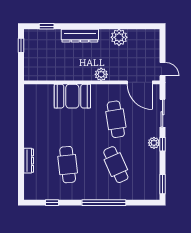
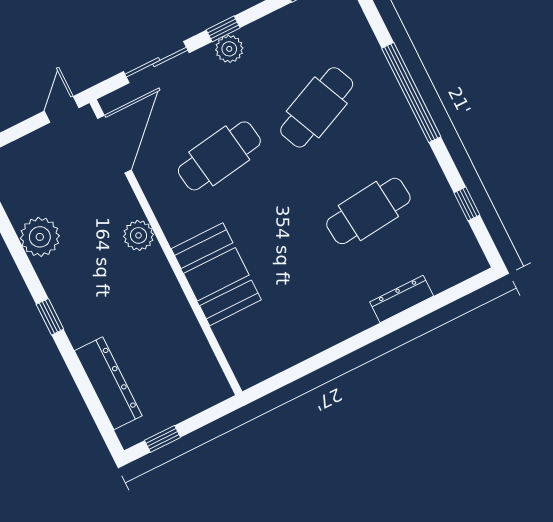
window: (47, 26) -> (50, 317), moved
dresser: (80, 36) -> (108, 383), moved

